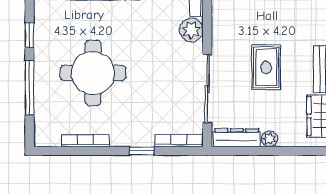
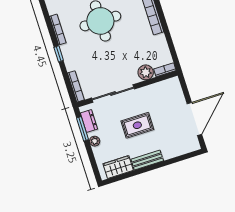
dresser: (237, 138) -> (89, 121), width x0.70
window: (142, 151) -> (59, 54), moved
window: (245, 151) -> (83, 129), added

